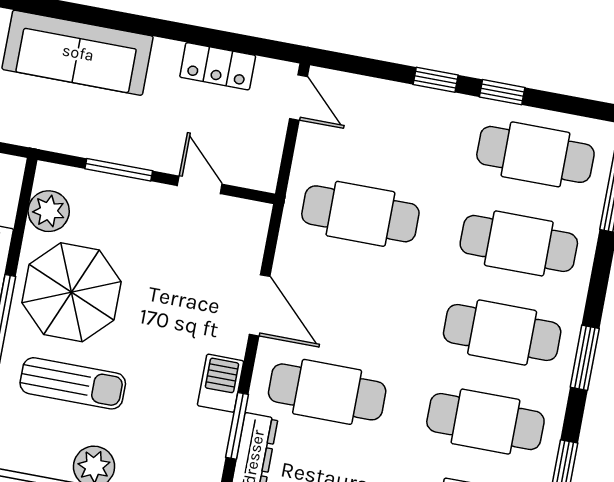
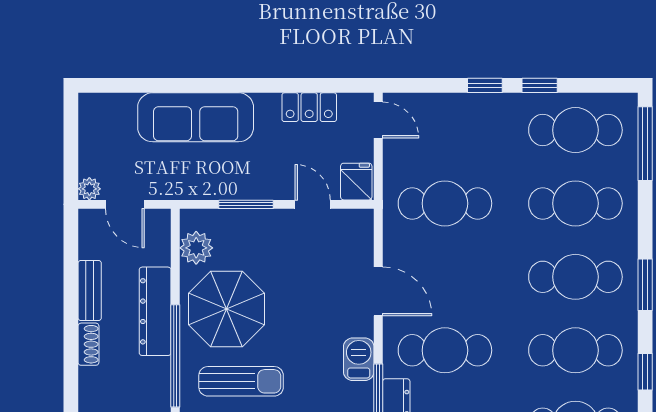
fridge: (258, 167) -> (356, 182), added

